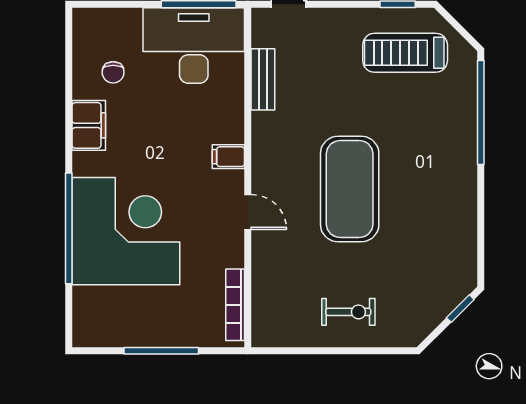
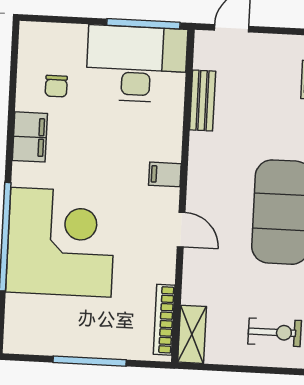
shelving: (264, 318) -> (192, 334), added

